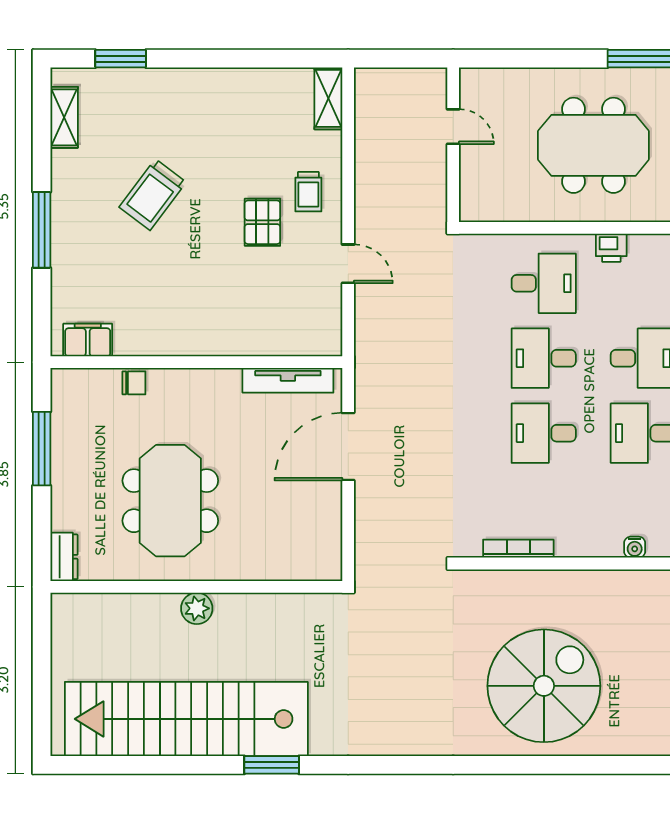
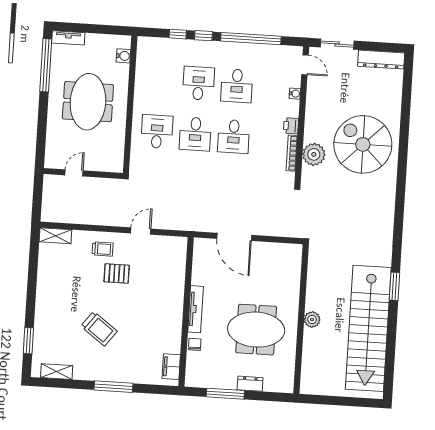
printer: (611, 248) -> (291, 126), moved, turned 180
tv unit: (288, 380) -> (196, 309), moved
dresser: (64, 557) -> (250, 384), moved
plant: (518, 592) -> (314, 154), added

